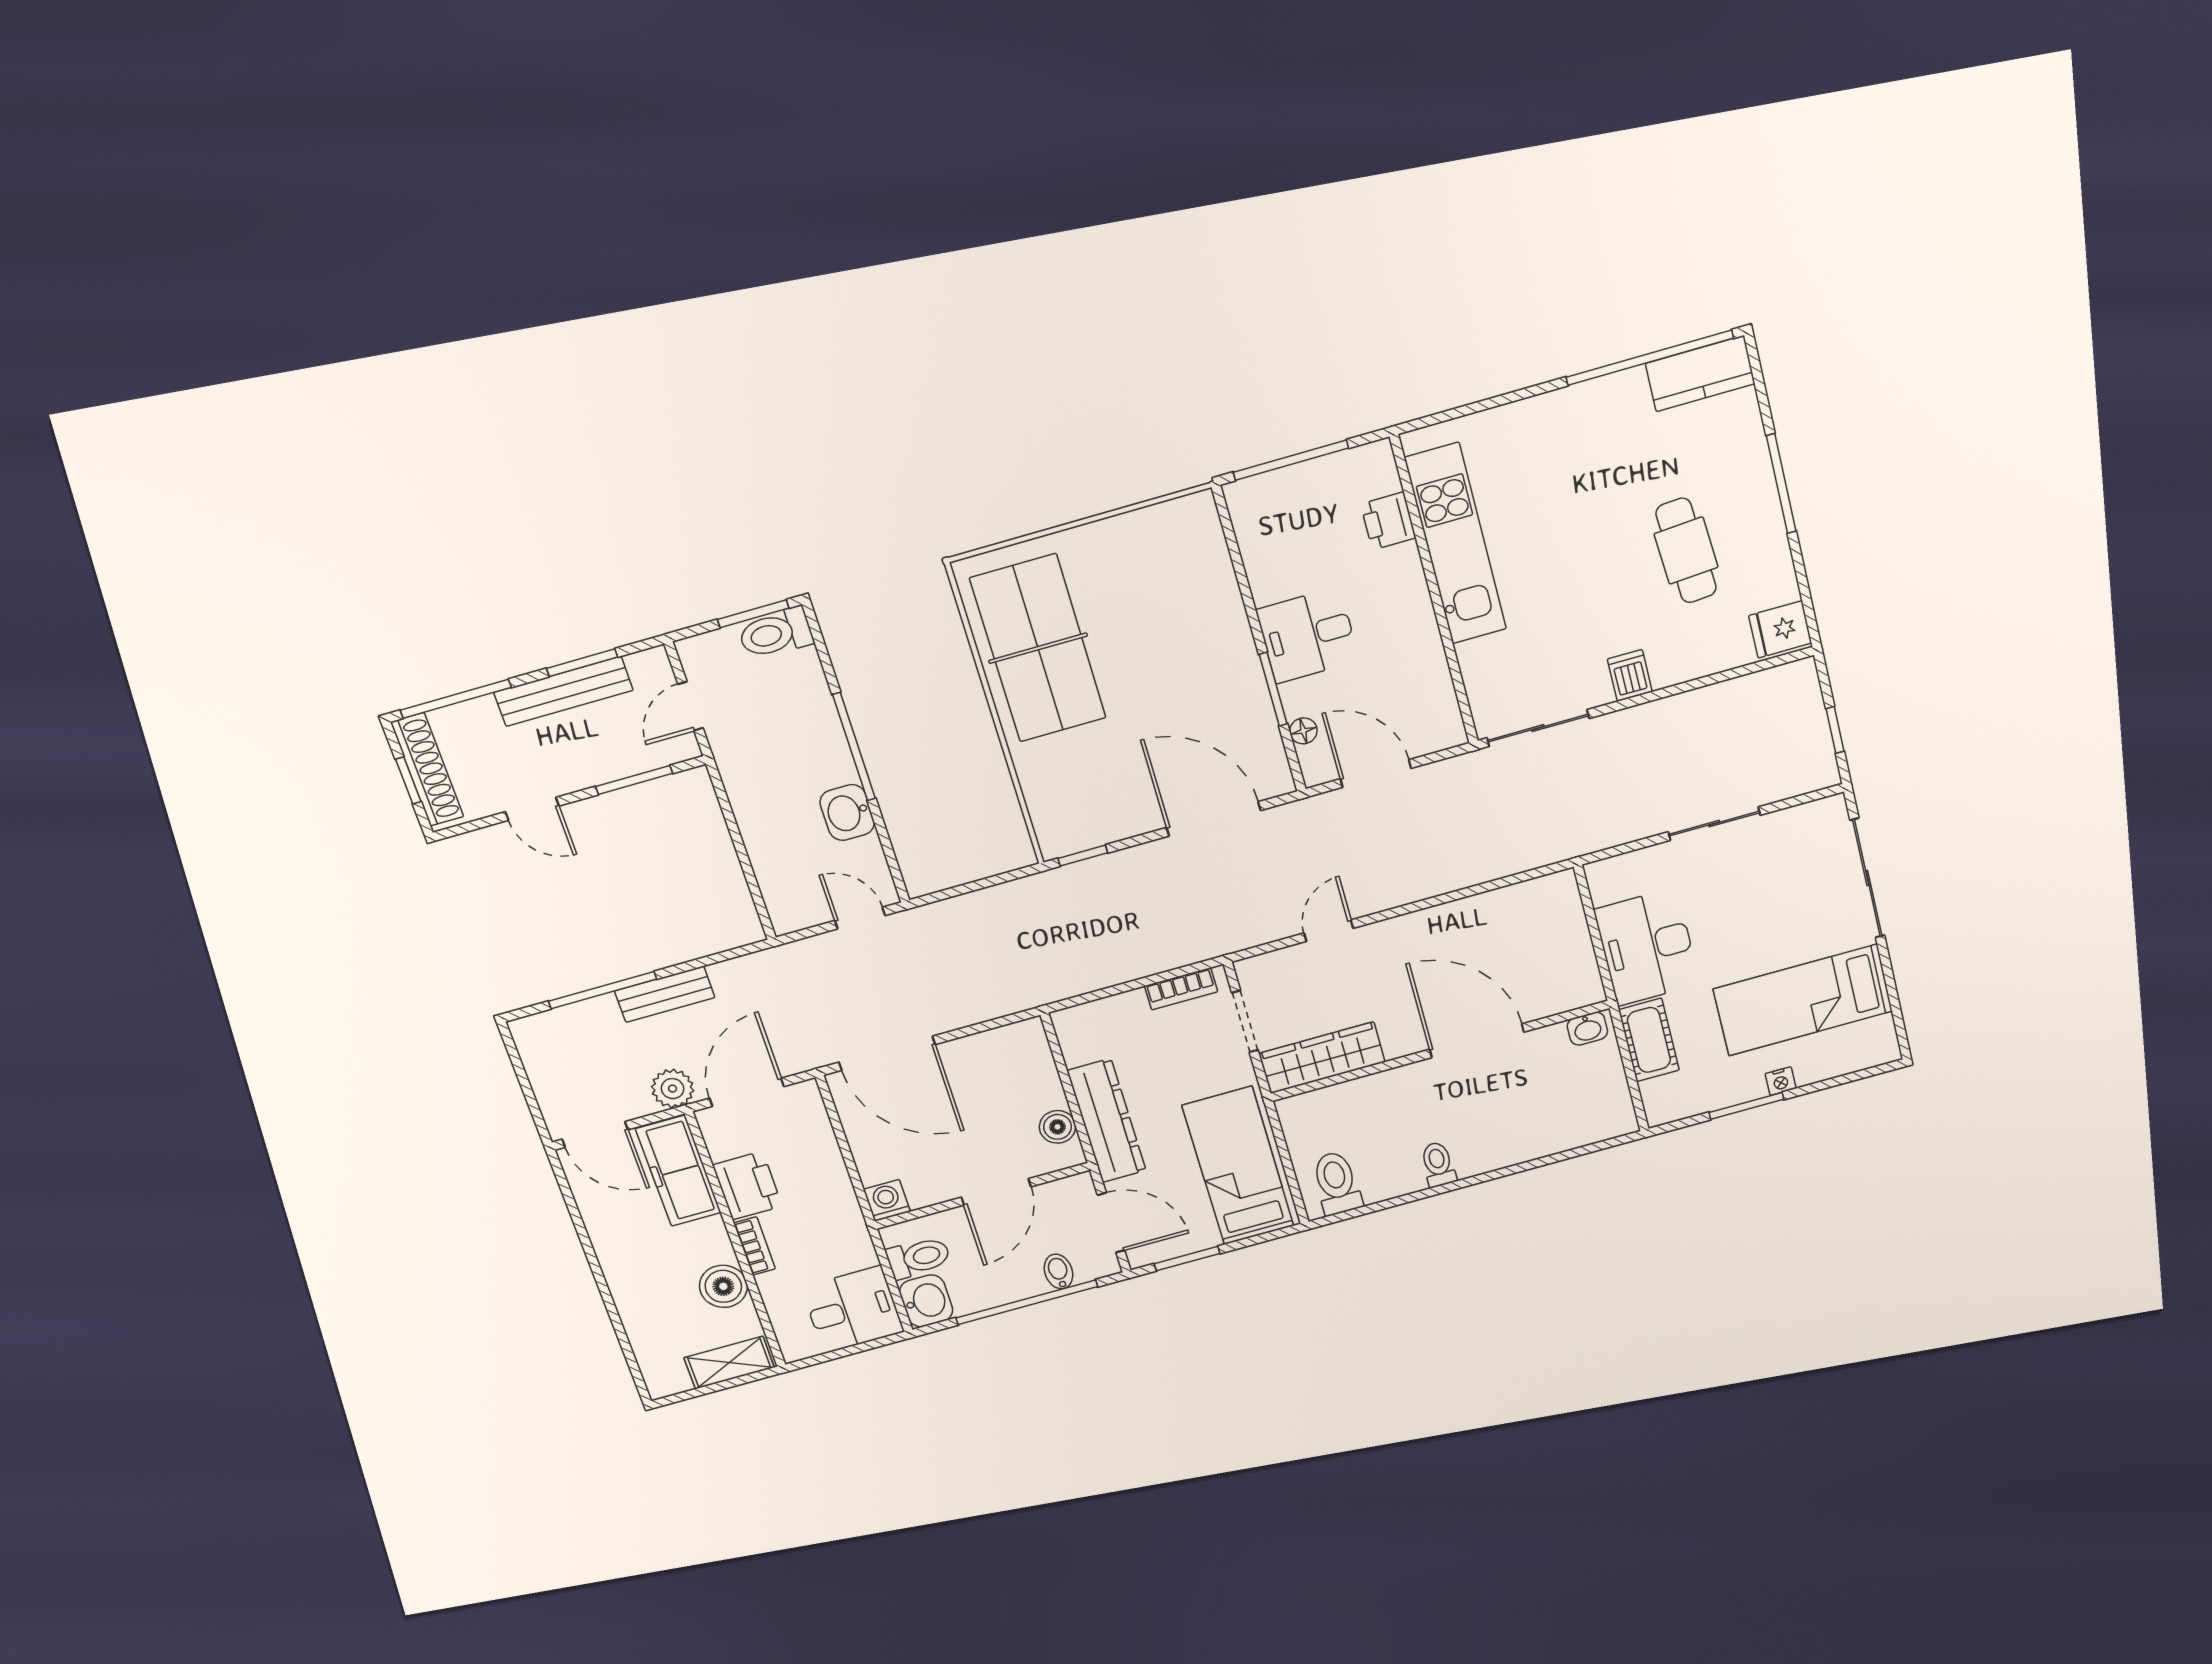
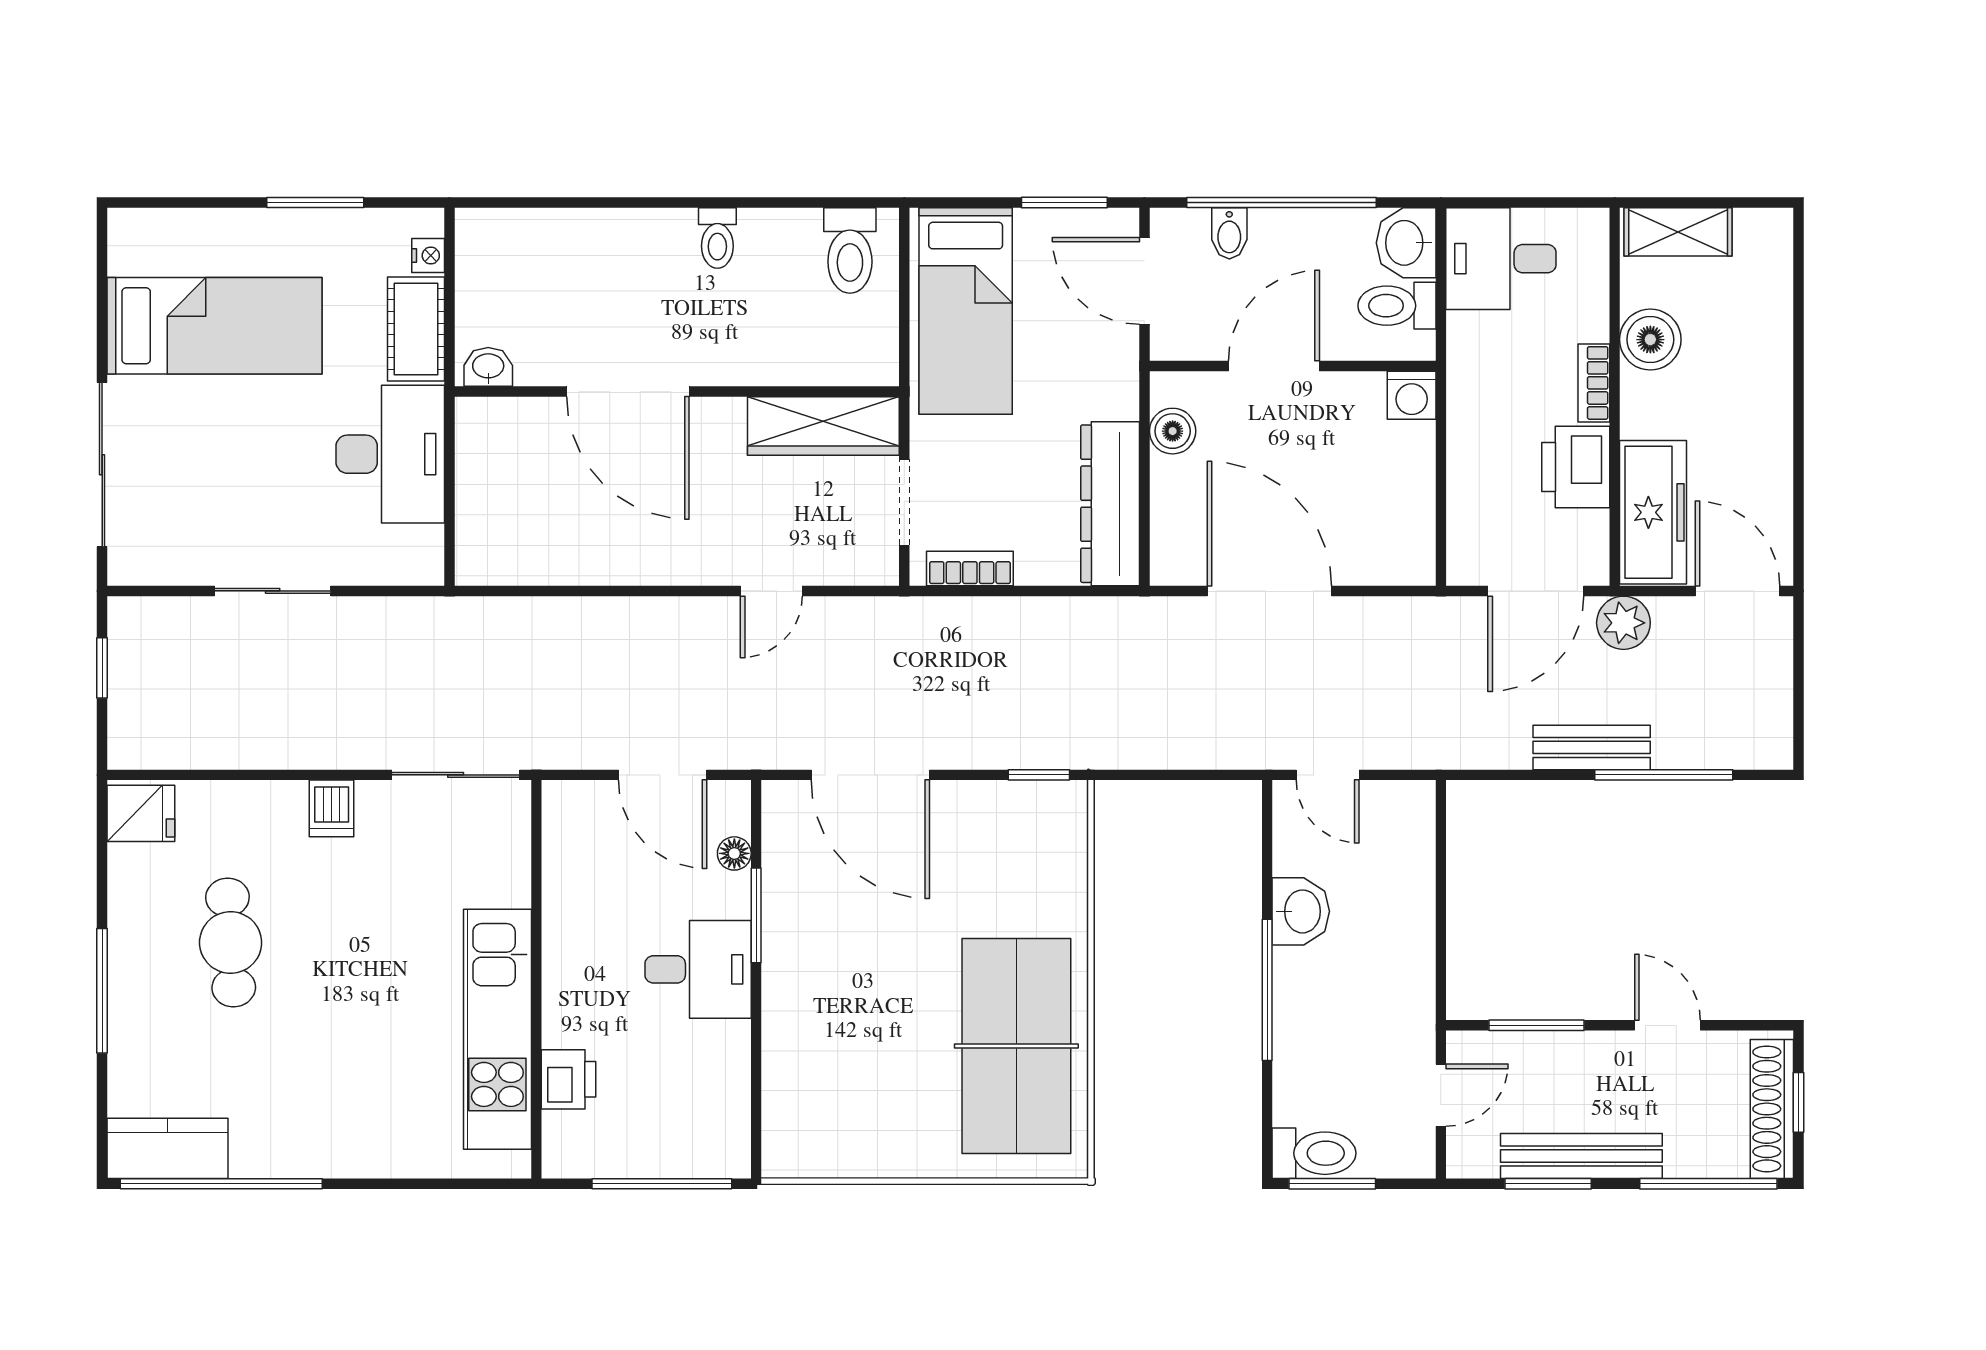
door: (887, 1053) -> (1269, 591), moved
nightstand: (1781, 1081) -> (428, 256), moved, turned 90
dresser: (1107, 1121) -> (1110, 504), moved

